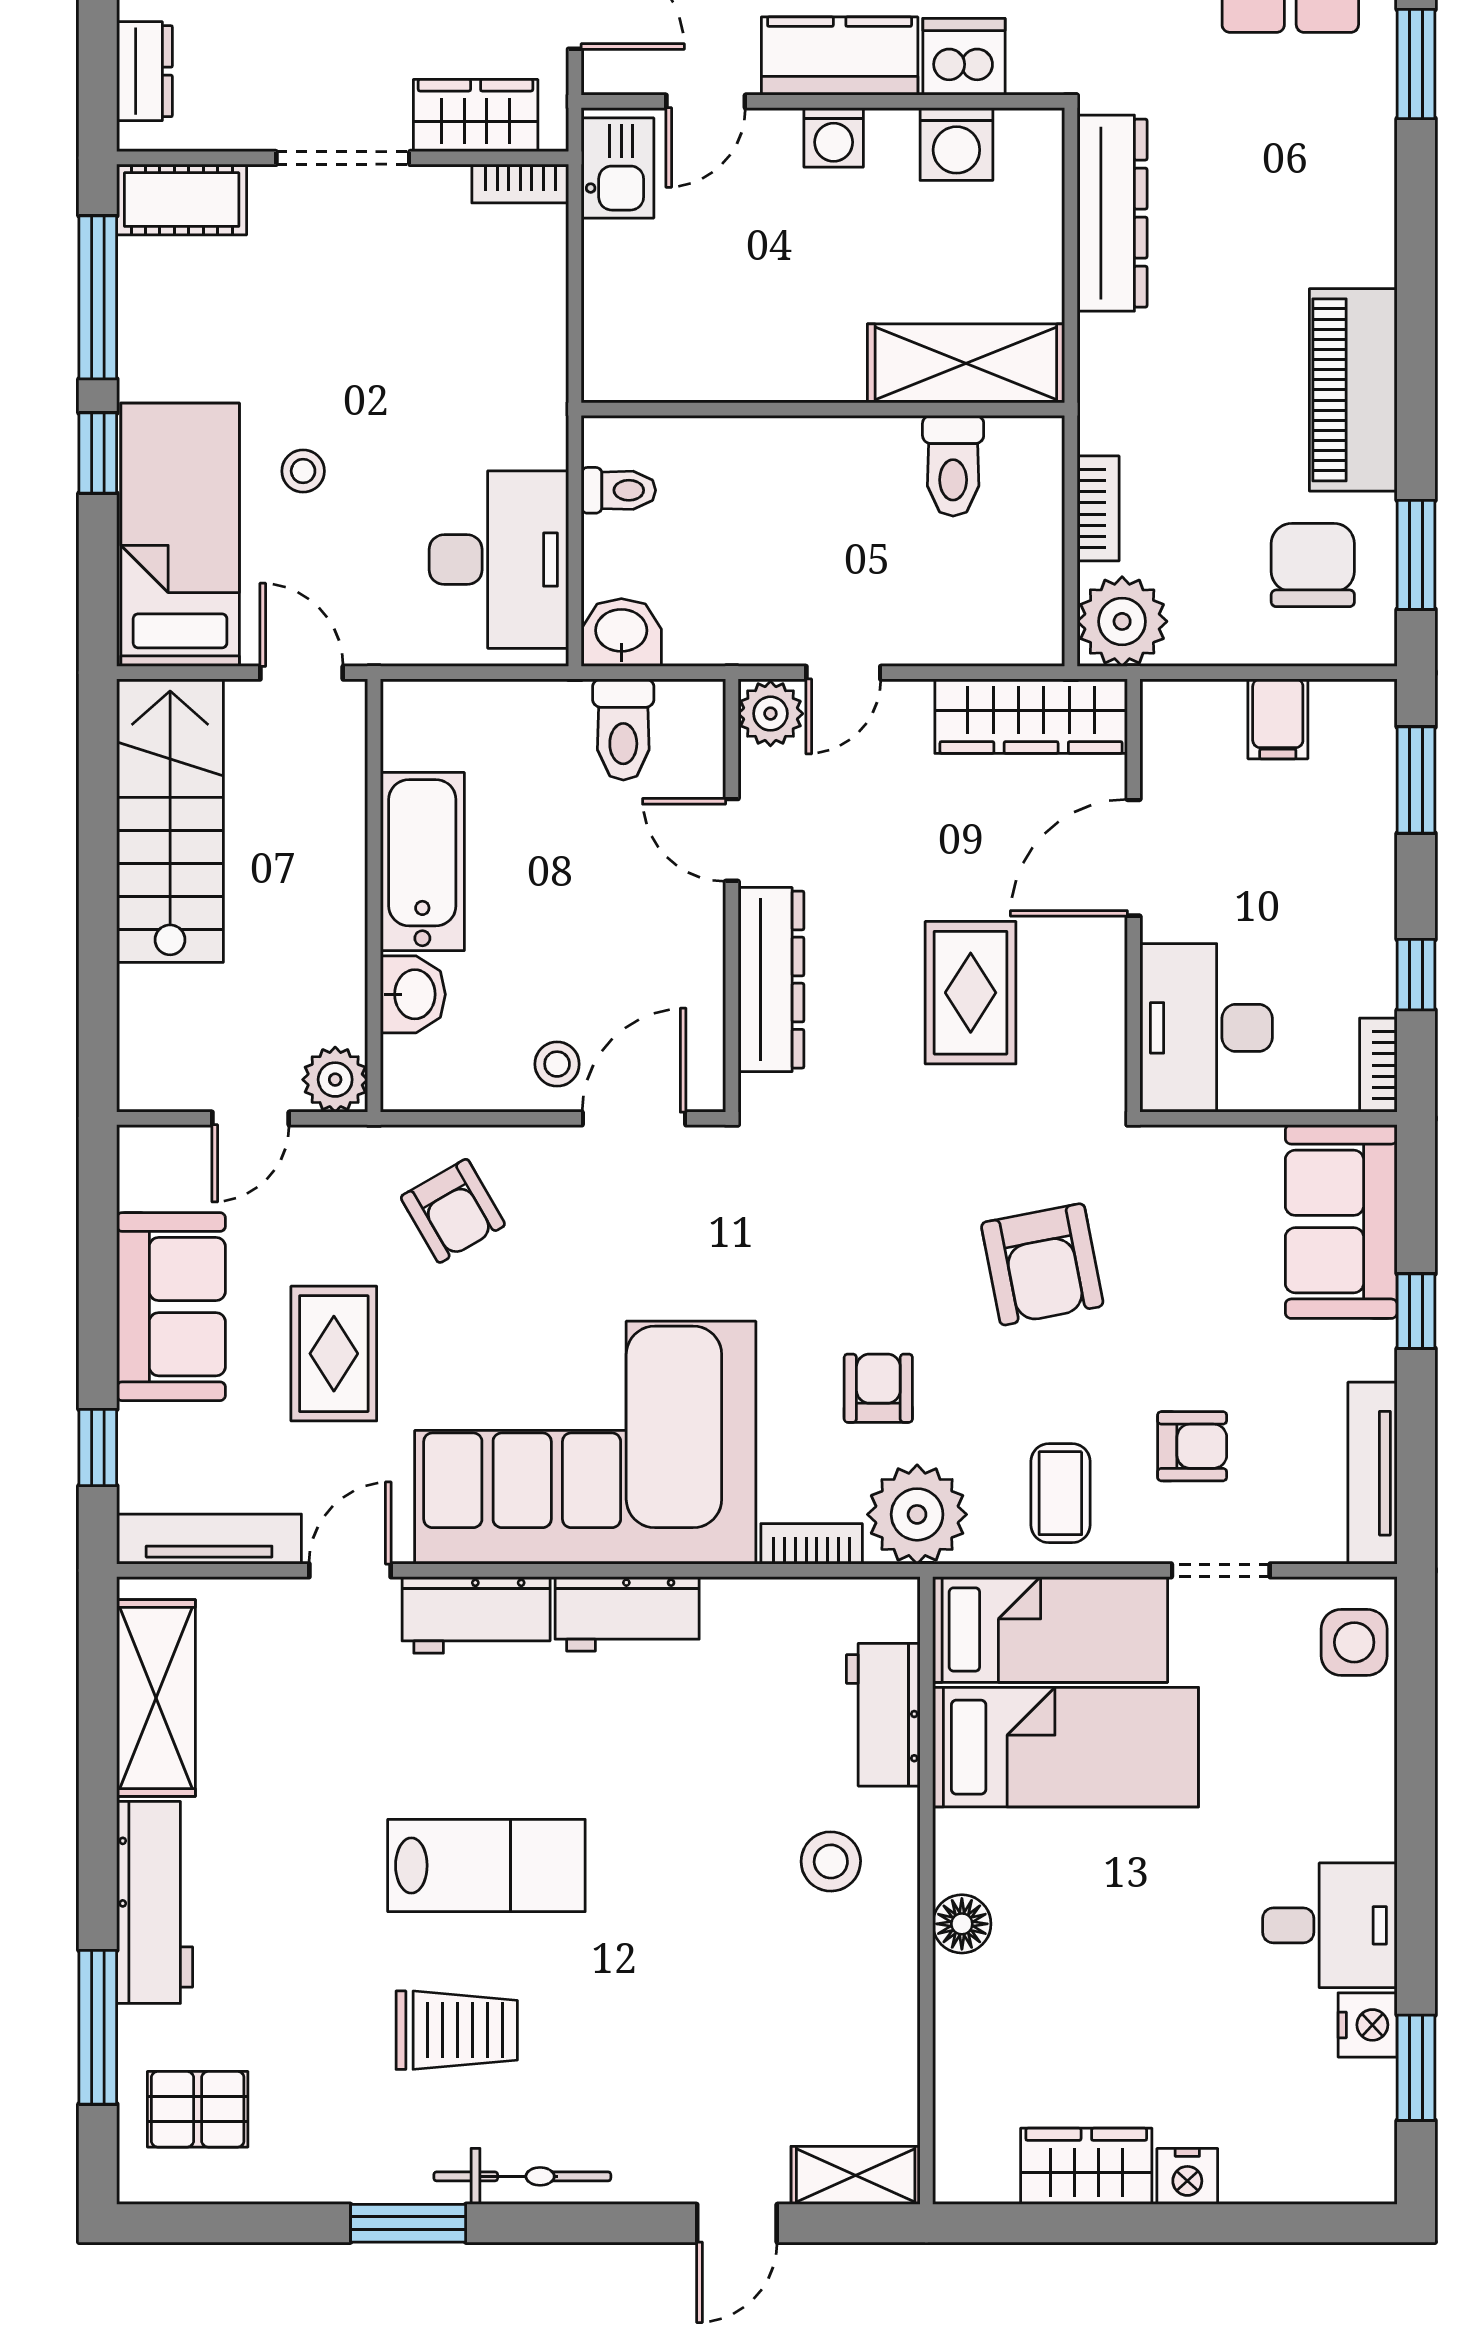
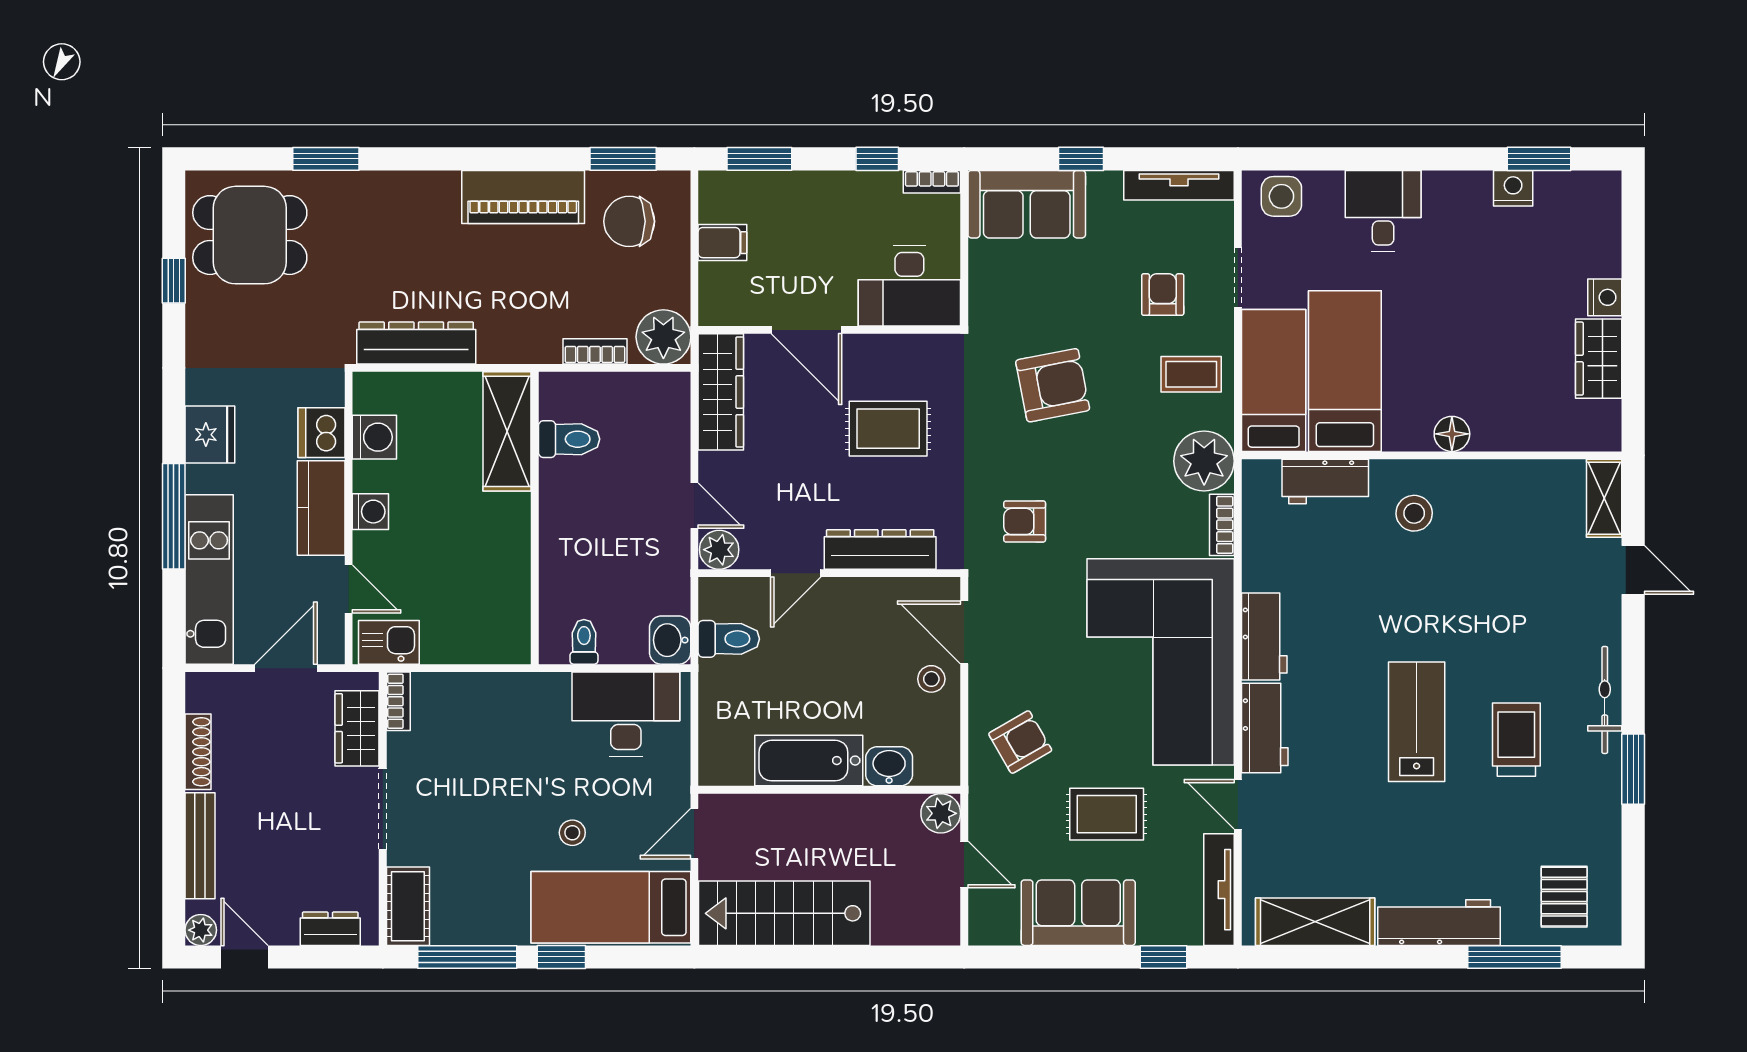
armchair: (878, 1388) -> (1025, 521), moved
desk: (1330, 1925) -> (1383, 211), moved

